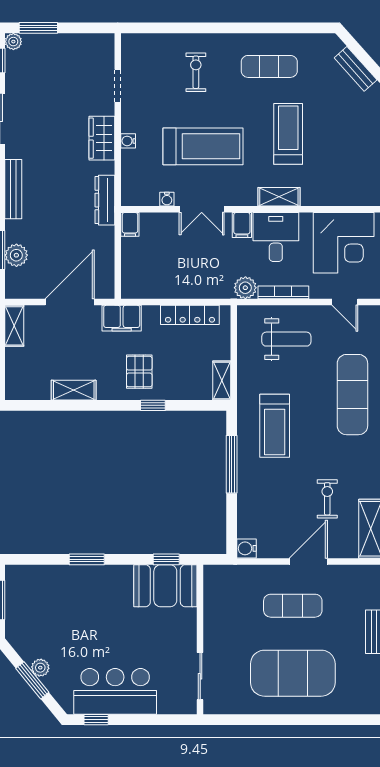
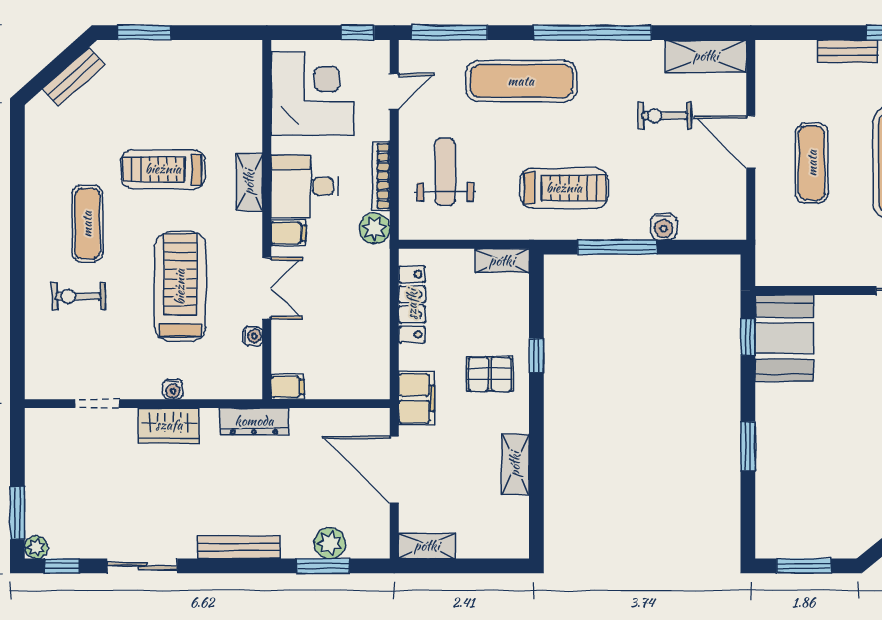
exercise mat: (269, 66) -> (87, 224), moved
water cooler: (247, 548) -> (664, 227), moved

